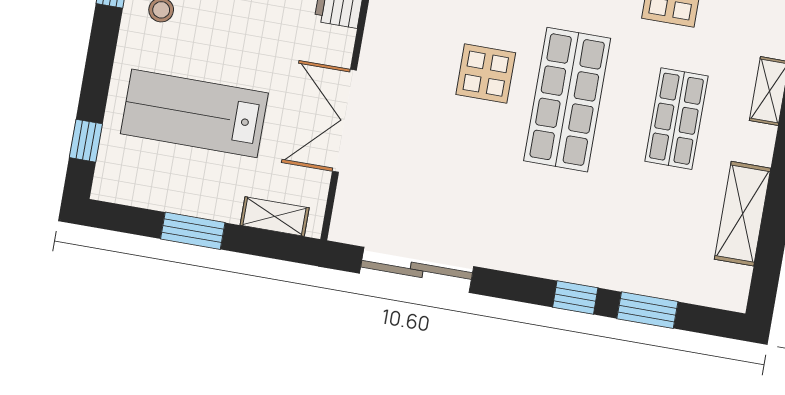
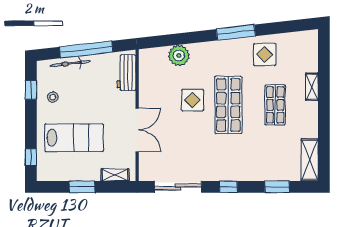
lab bench: (194, 113) -> (74, 138), turned 180
double door: (344, 121) -> (137, 130), swing flipped
shelving: (743, 214) -> (310, 160), moved
window: (575, 298) -> (228, 187), moved

